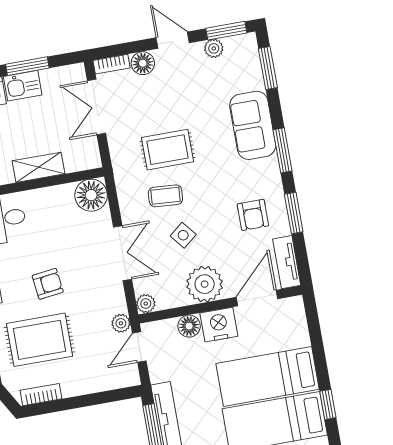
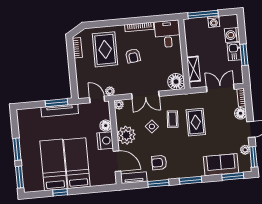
sofa: (253, 125) -> (221, 165), moved
shelving: (38, 167) -> (193, 69), moved

